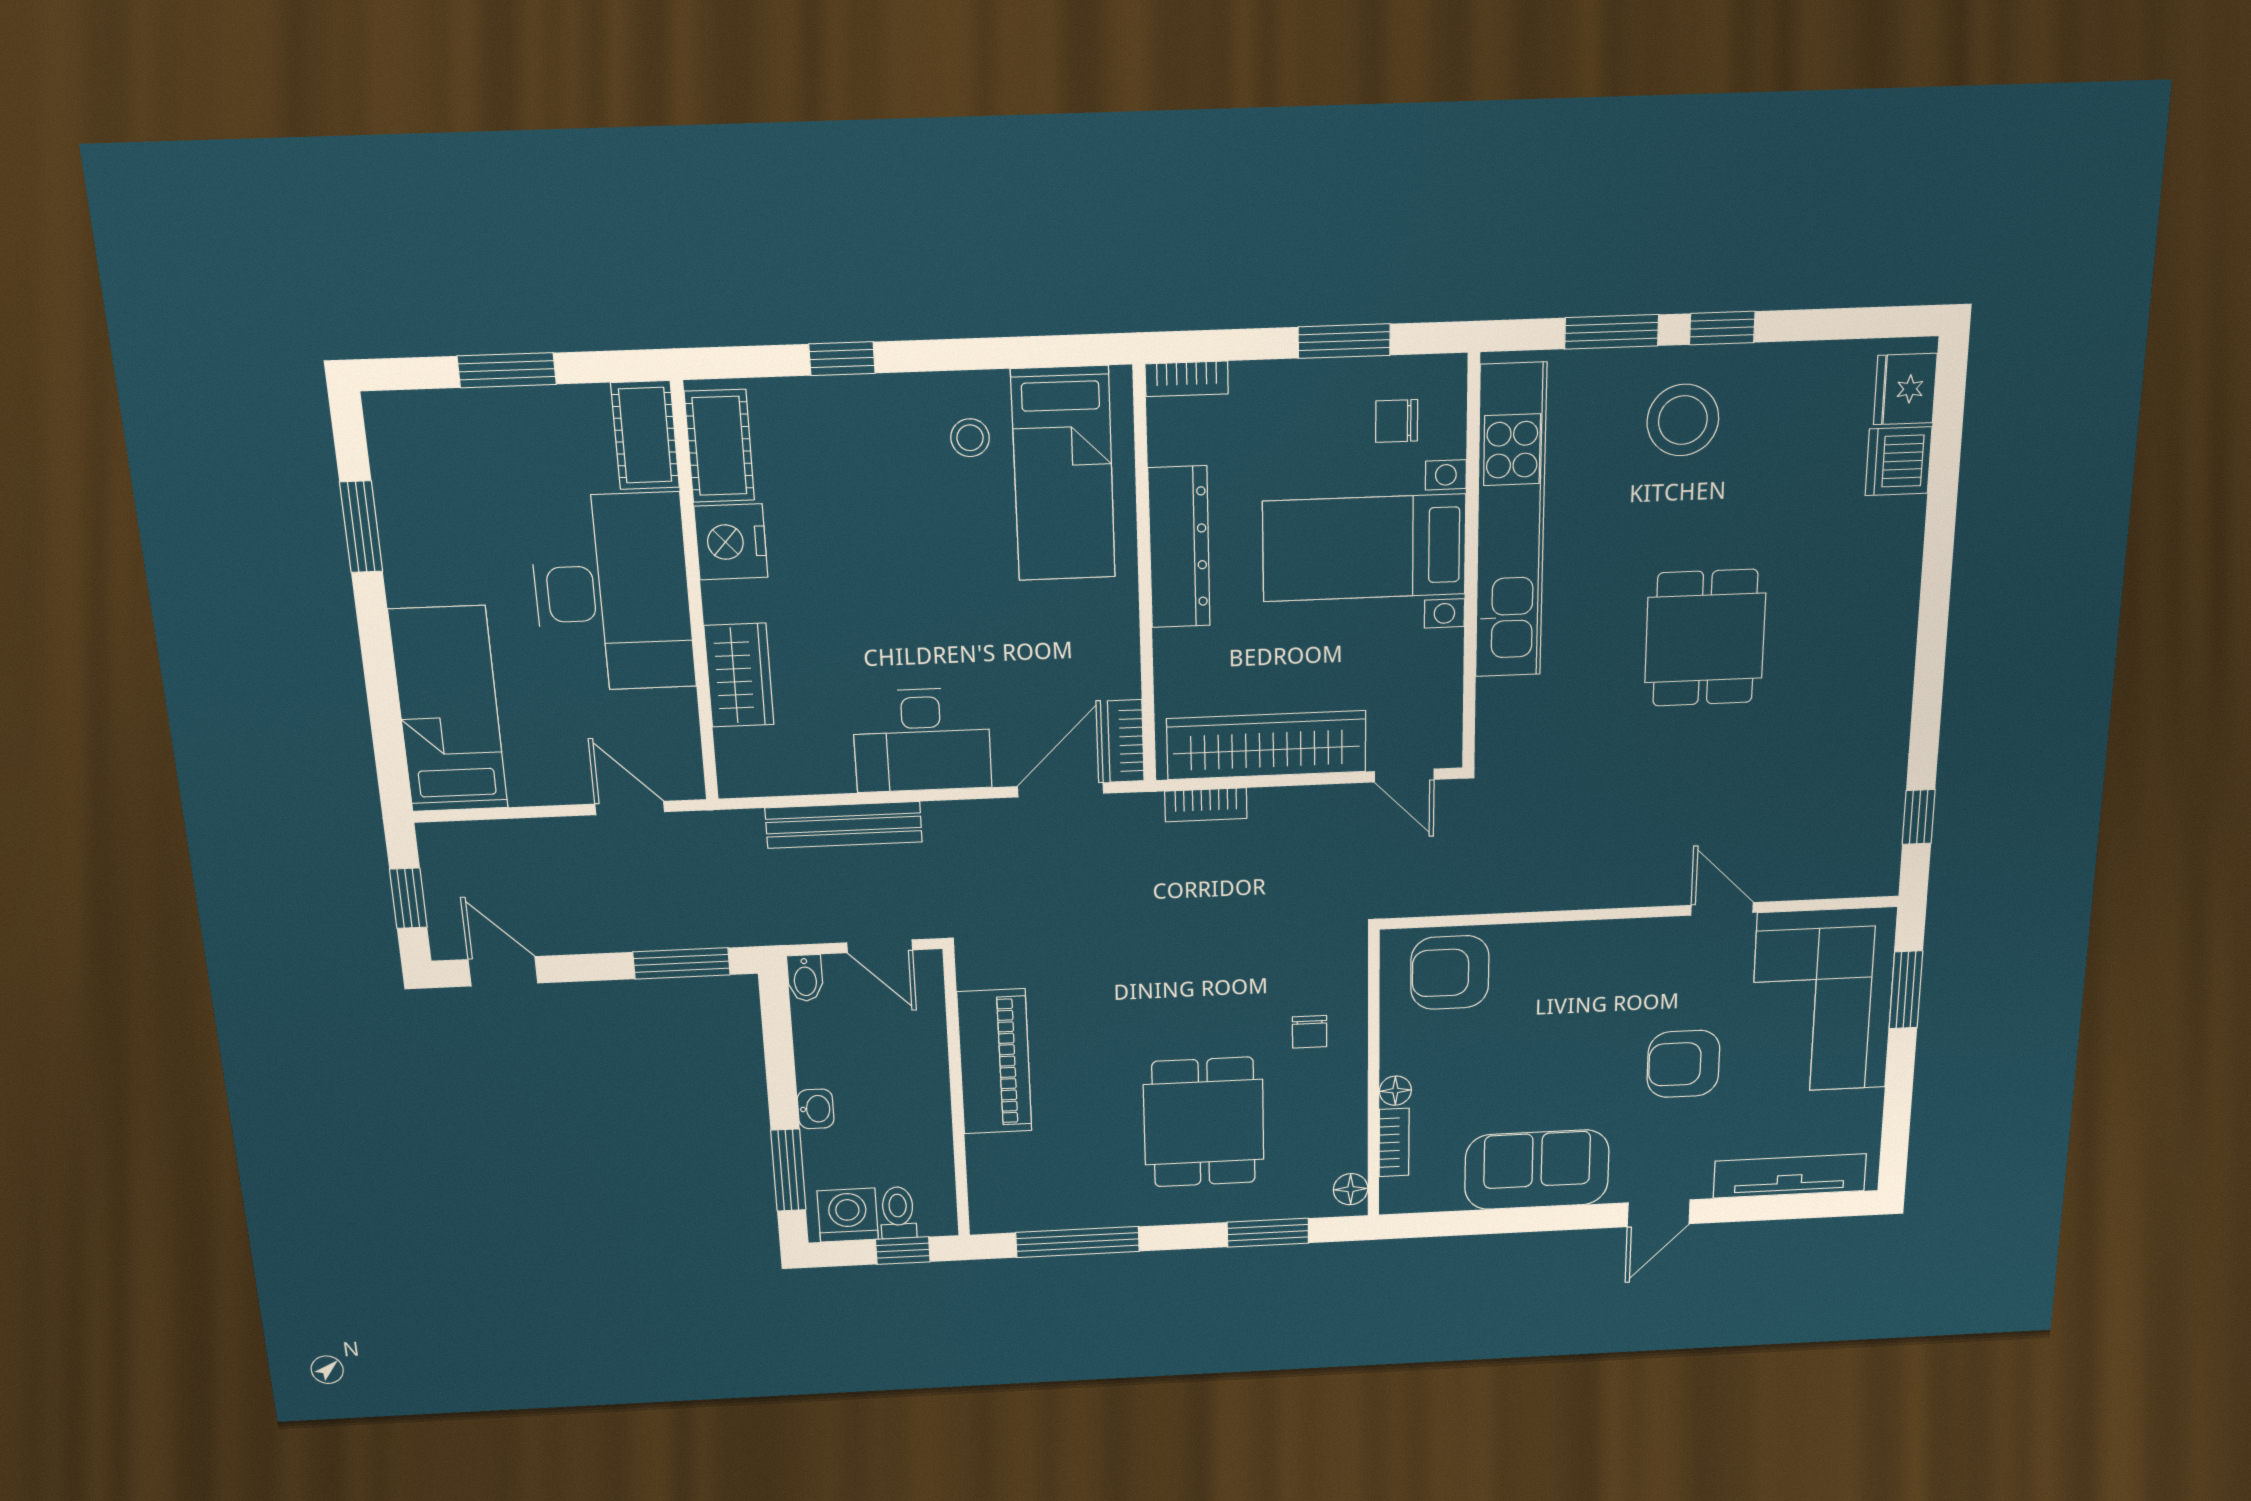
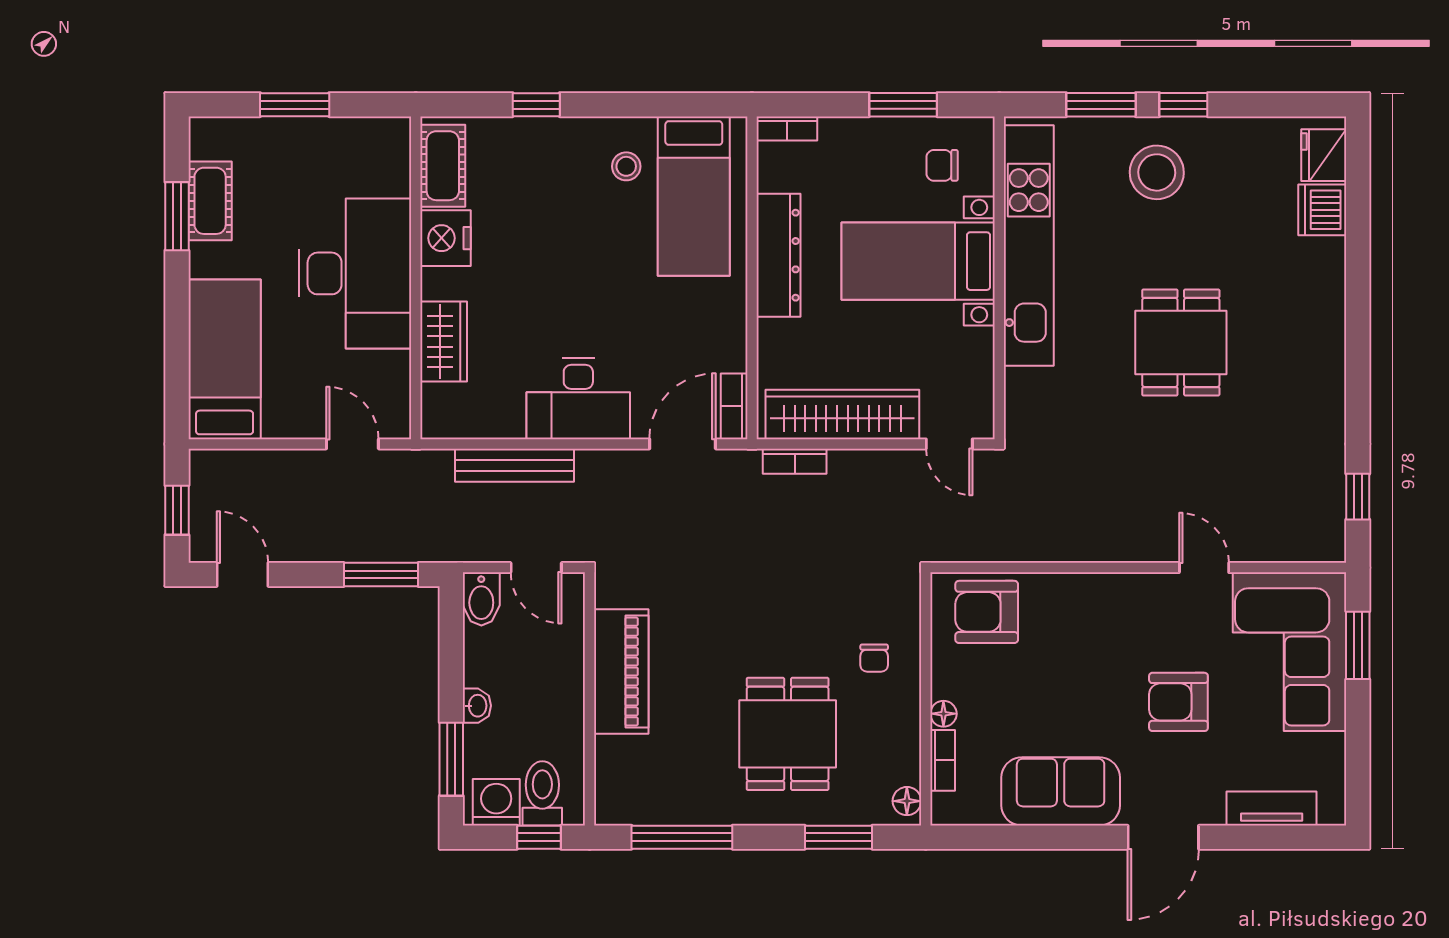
cot: (645, 435) -> (210, 201), moved
bidet: (805, 978) -> (481, 599), width x1.38, depth x1.36
tv unit: (1790, 1176) -> (1272, 809), width x0.71
toilet: (898, 1213) -> (542, 793), width x1.37, depth x1.39
door: (1659, 1213) -> (1163, 837), width x1.38

